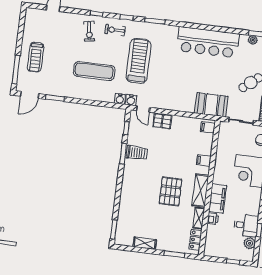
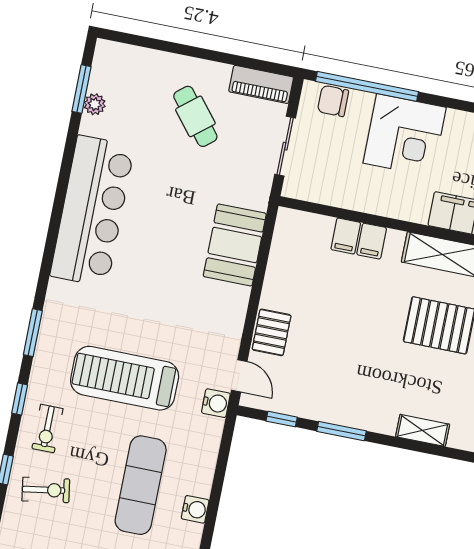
water cooler: (120, 99) -> (195, 509), moved
booth: (211, 105) -> (235, 245), moved
door: (143, 109) -> (239, 376), hinge flipped
filing cabinet: (208, 128) -> (346, 236), moved
trolley: (137, 153) -> (342, 398), removed
shelving: (126, 188) -> (423, 430), added

